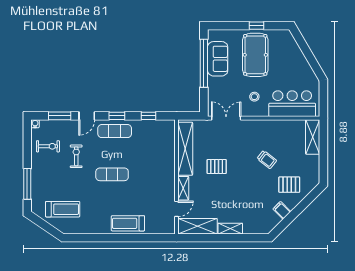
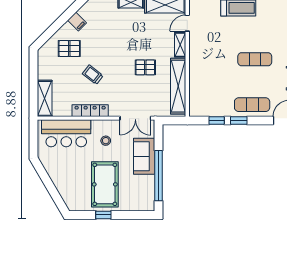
sofa: (218, 59) -> (144, 156), moved
window: (117, 116) -> (239, 120), moved
locker: (269, 125) -> (90, 111), added

